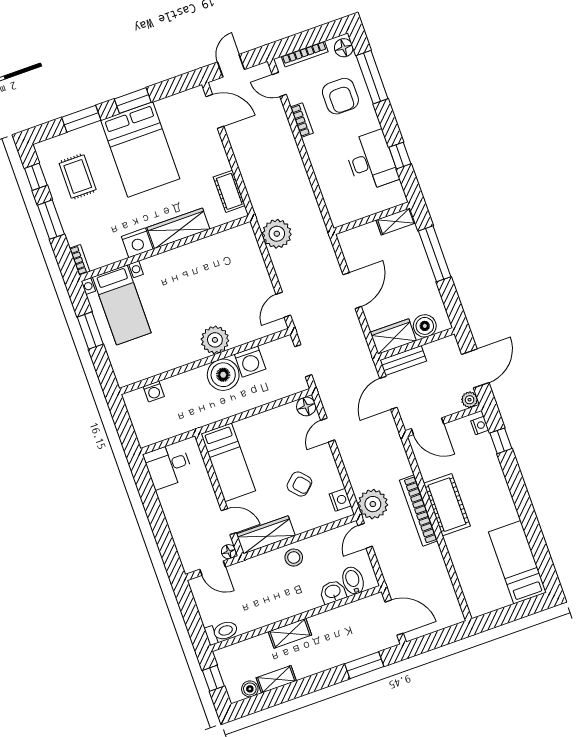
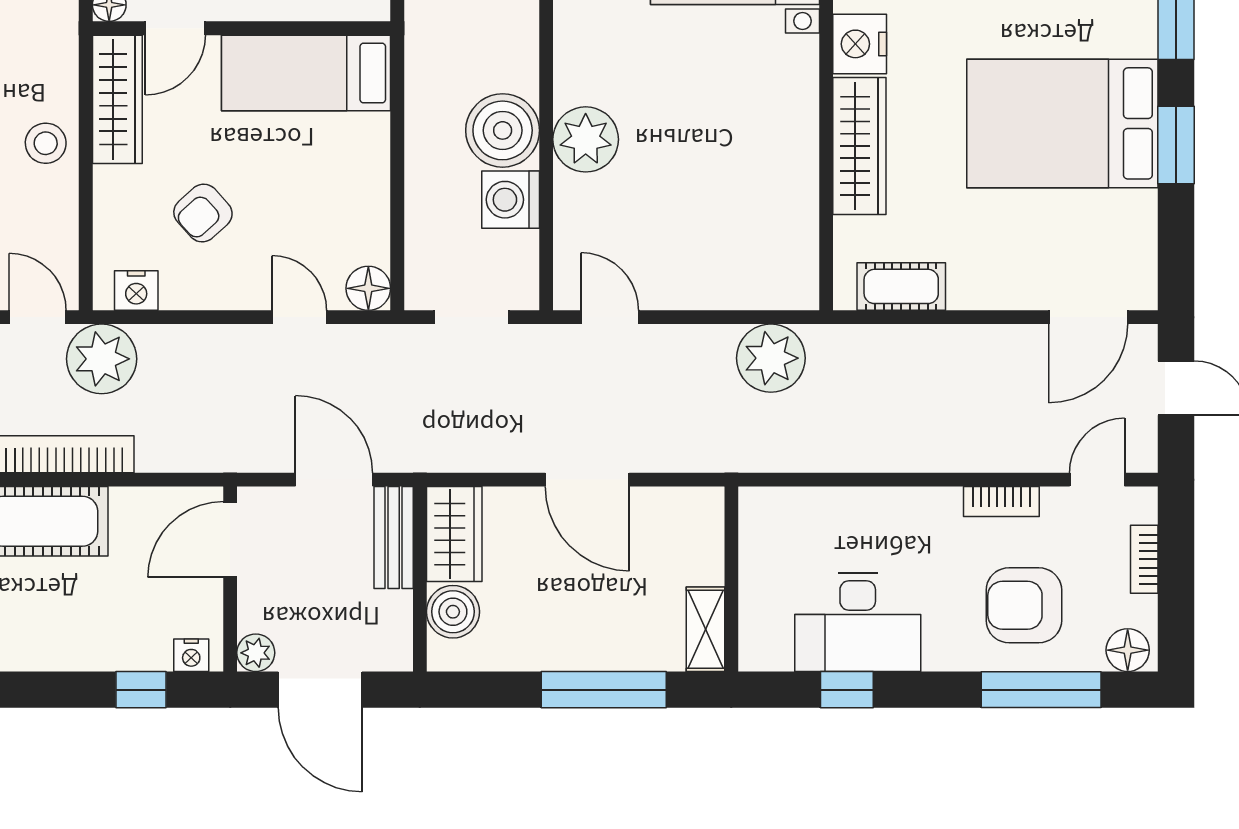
bookcase: (305, 54) -> (1144, 559), width x0.64

